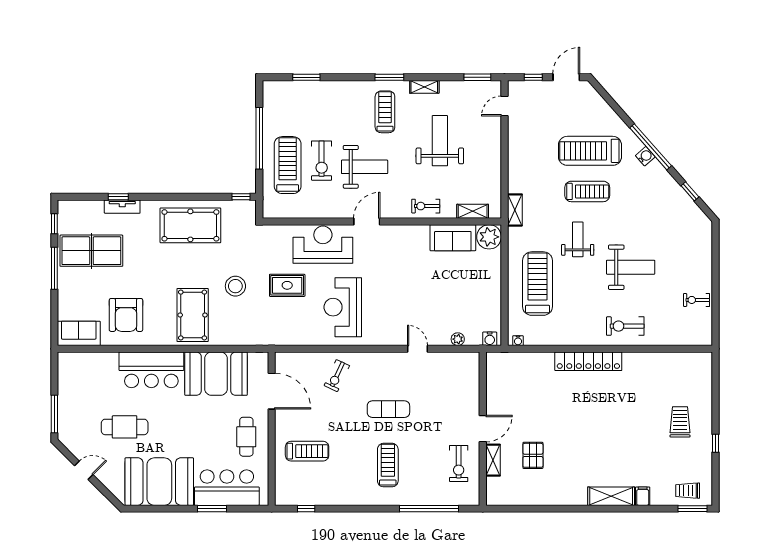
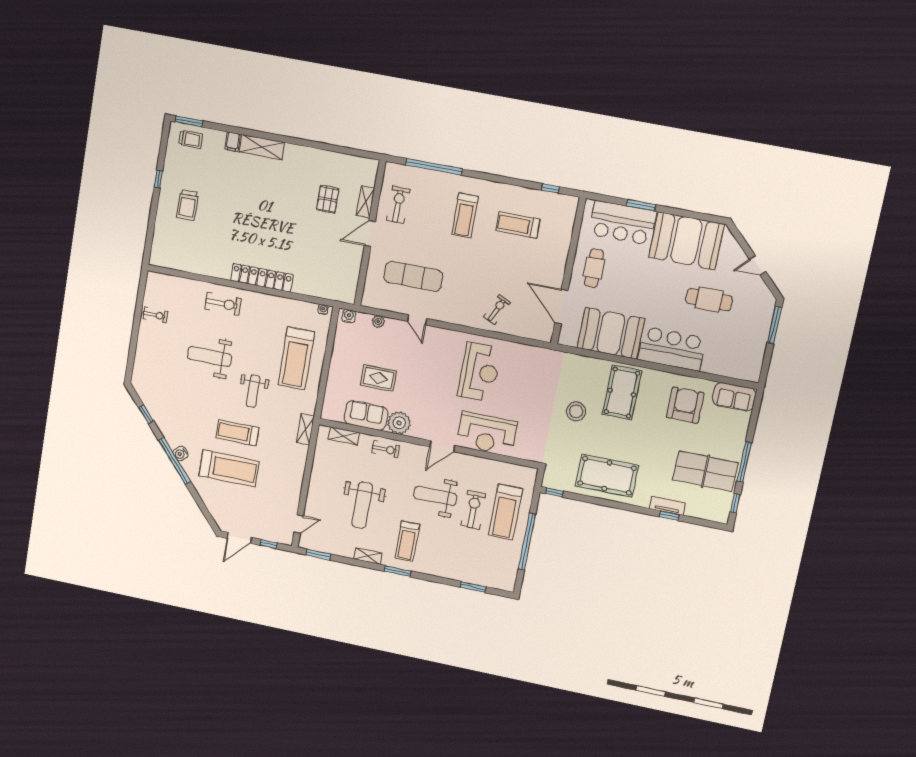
plant: (489, 237) -> (399, 423), moved
rug: (287, 285) -> (378, 378), moved
exercise mat: (388, 409) -> (413, 276), moved, width x1.36, depth x1.45
treadmill: (307, 451) -> (518, 225), moved

